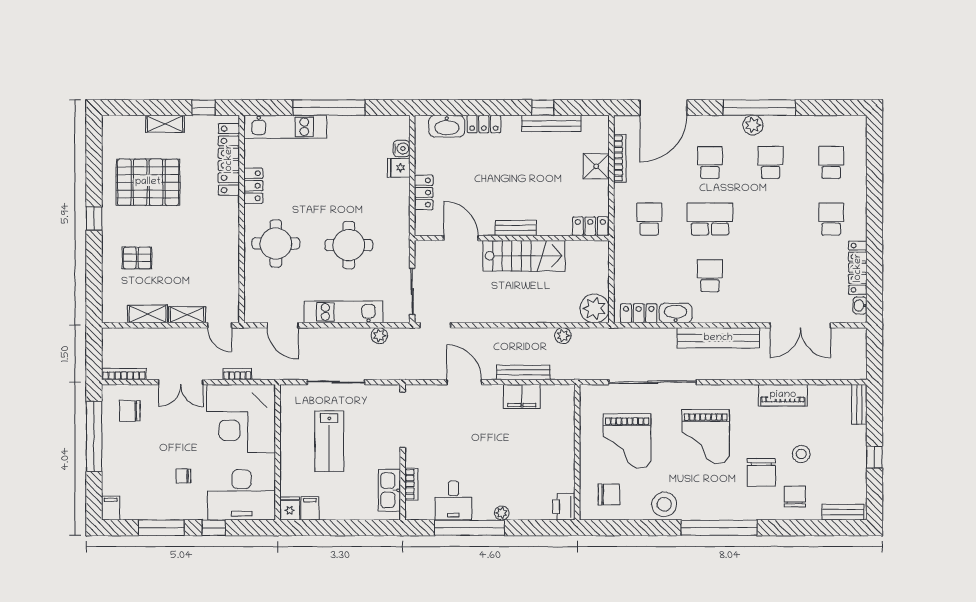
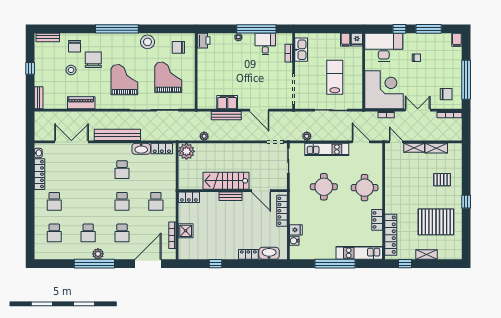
bench: (551, 123) -> (211, 255), removed
locker: (424, 192) -> (282, 211), width x1.53
school desk: (710, 219) -> (122, 201), width x0.54

